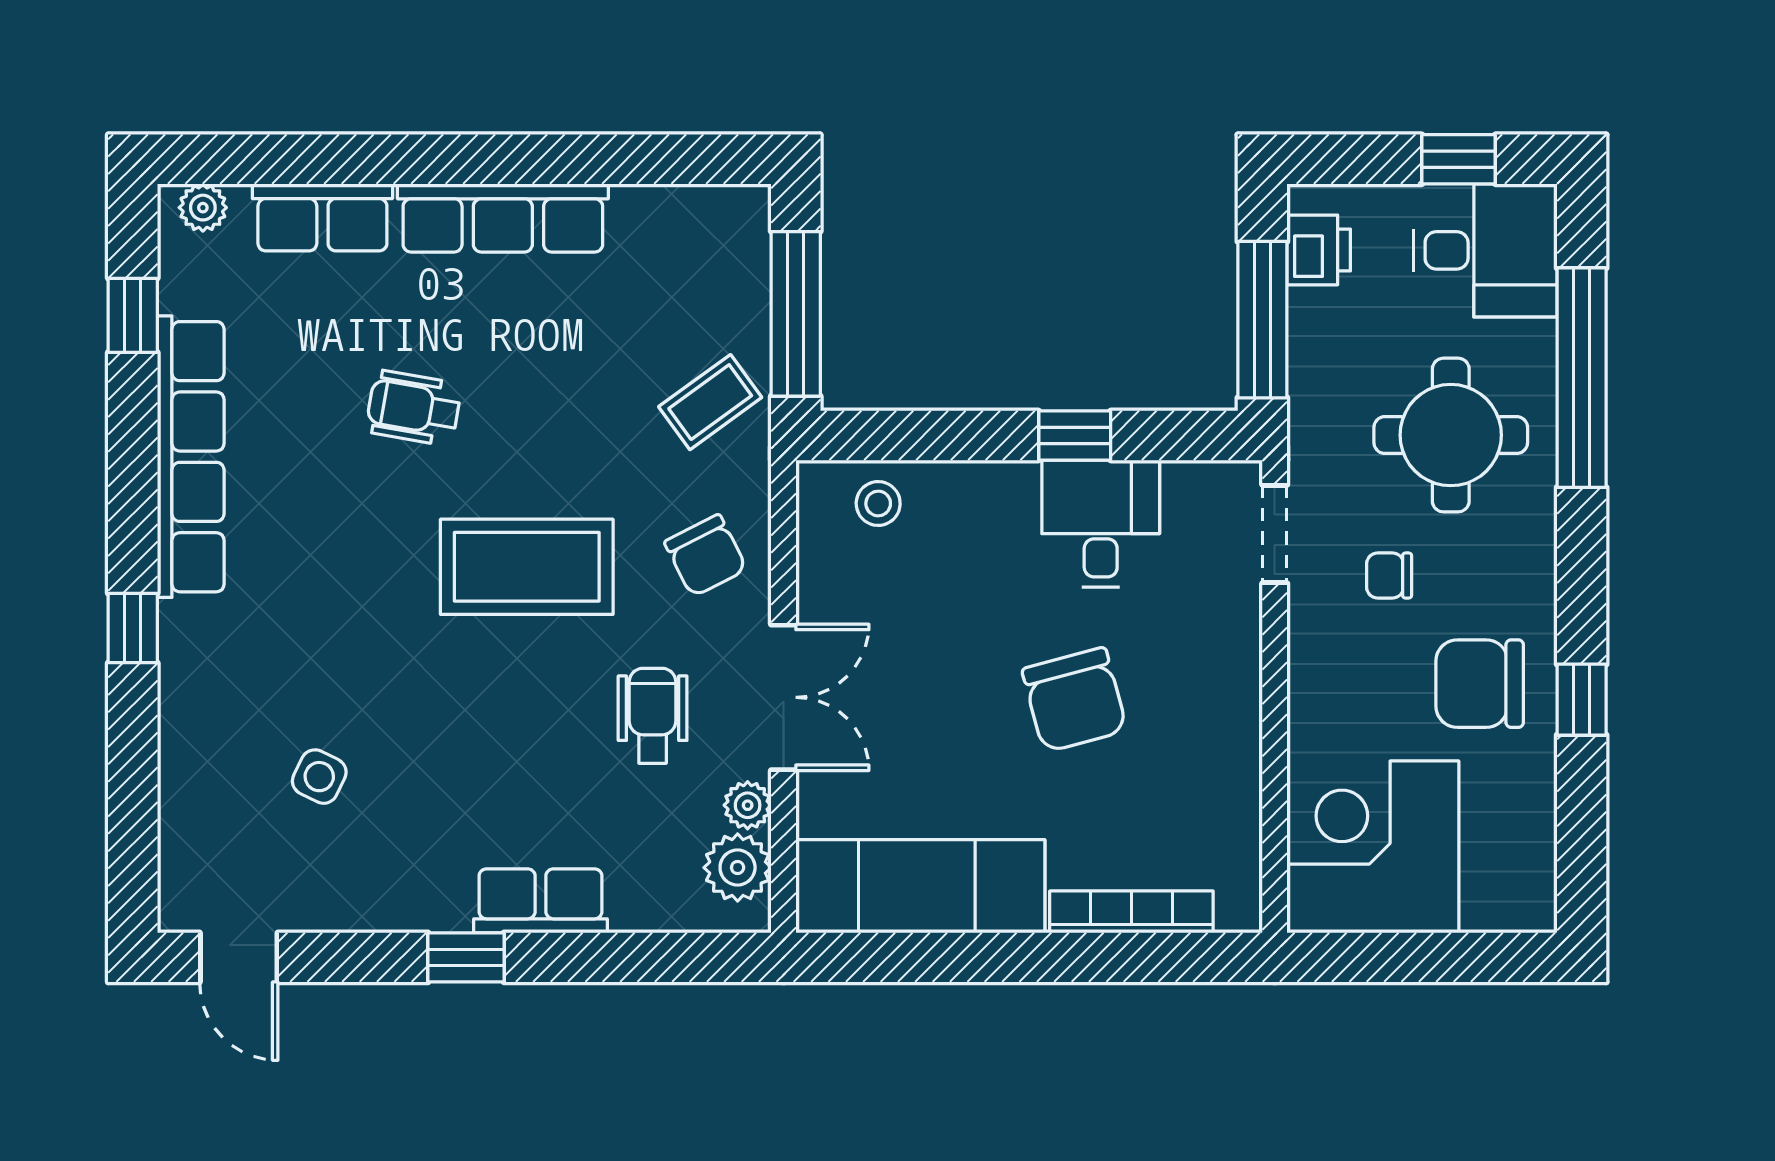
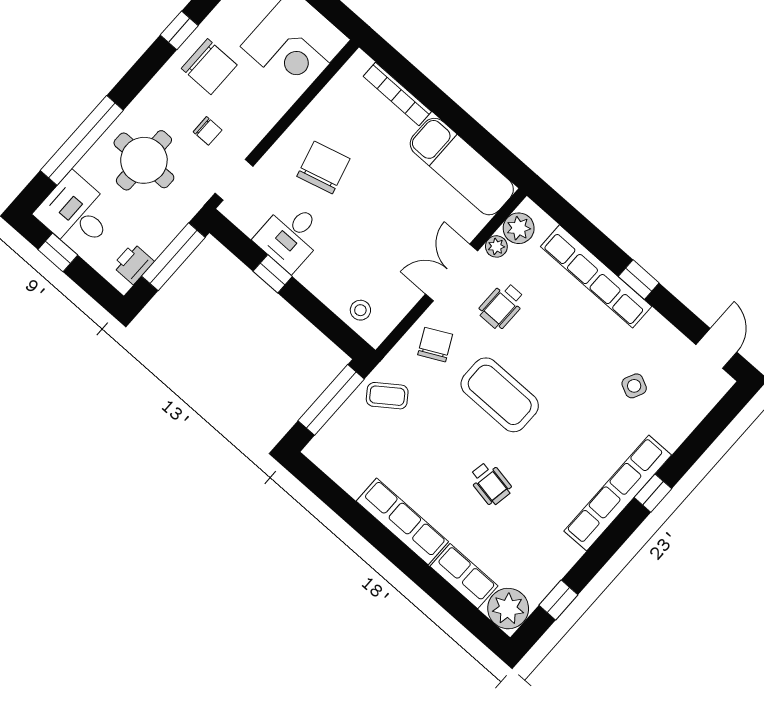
plant: (203, 208) -> (508, 609), width x1.88, depth x1.88
row of seats: (191, 457) -> (618, 493), moved
chair: (1074, 700) -> (323, 167), moved
row of seats: (541, 901) -> (596, 276), width x2.02

